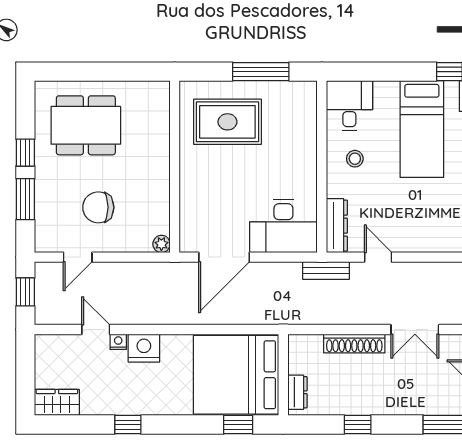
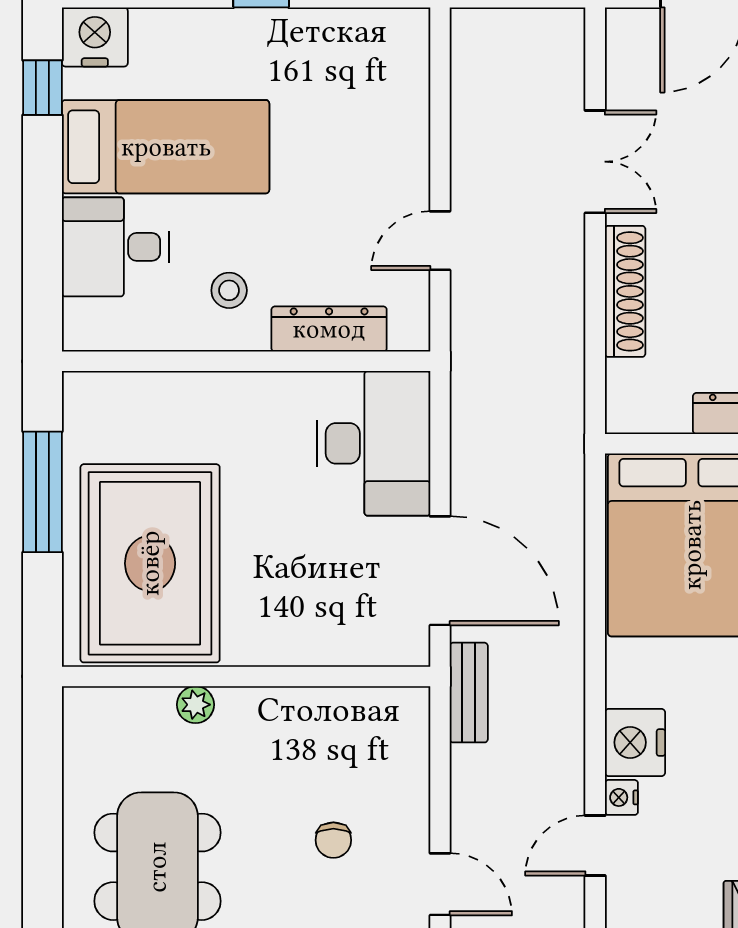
desk: (349, 106) -> (115, 247), moved
rug: (227, 122) -> (150, 563), width x1.37, depth x1.44
chair: (98, 207) -> (333, 840), width x0.54, depth x0.54
dresser: (337, 226) -> (329, 329), moved
plant: (161, 244) -> (195, 705), moved
bench: (326, 271) -> (469, 693), moved

